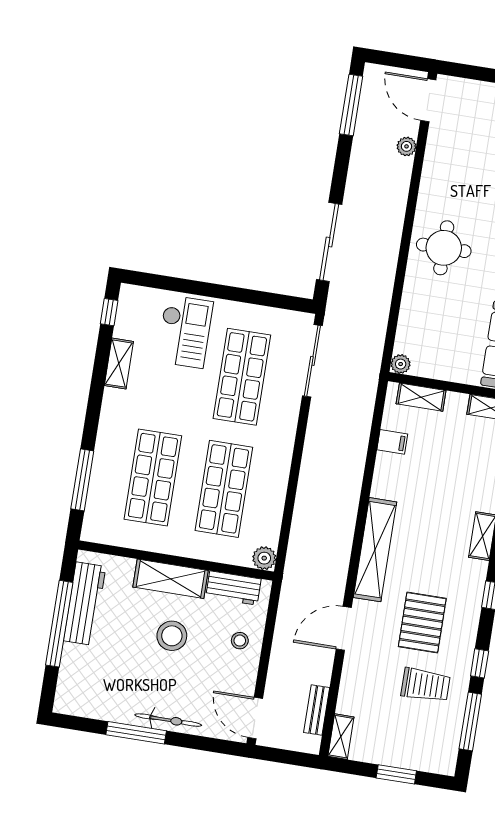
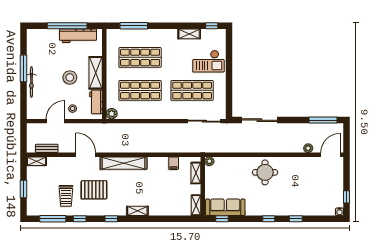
door: (255, 718) -> (55, 121), moved

